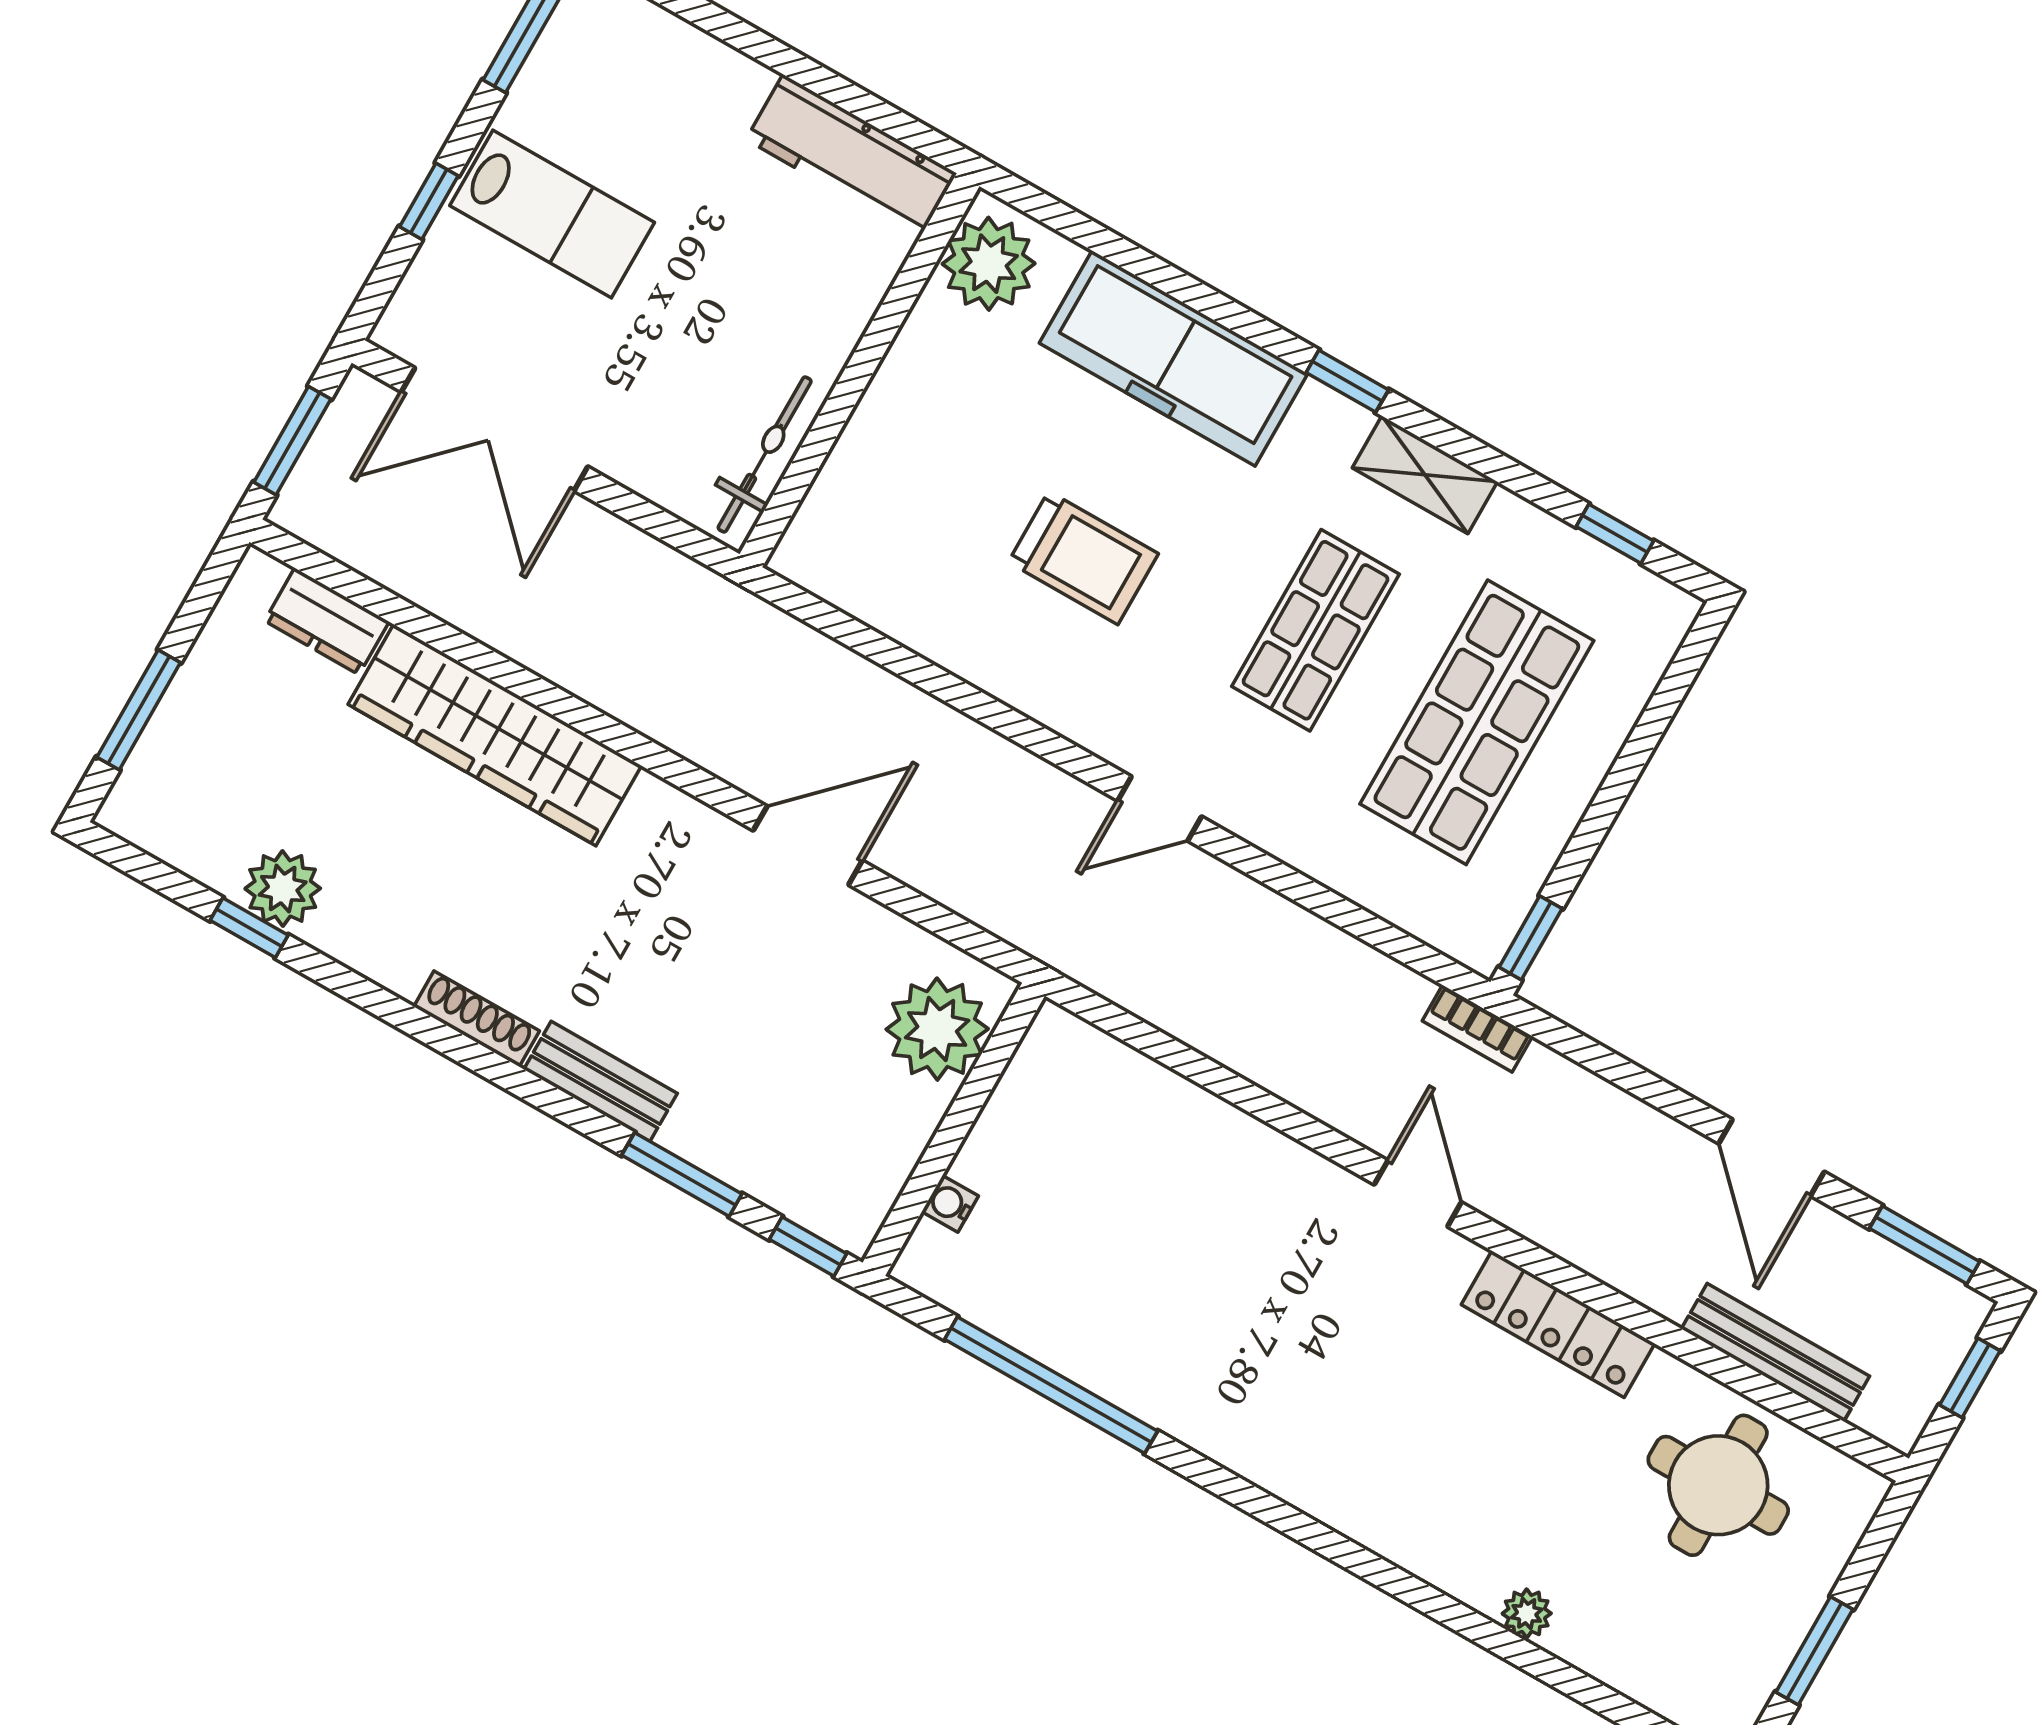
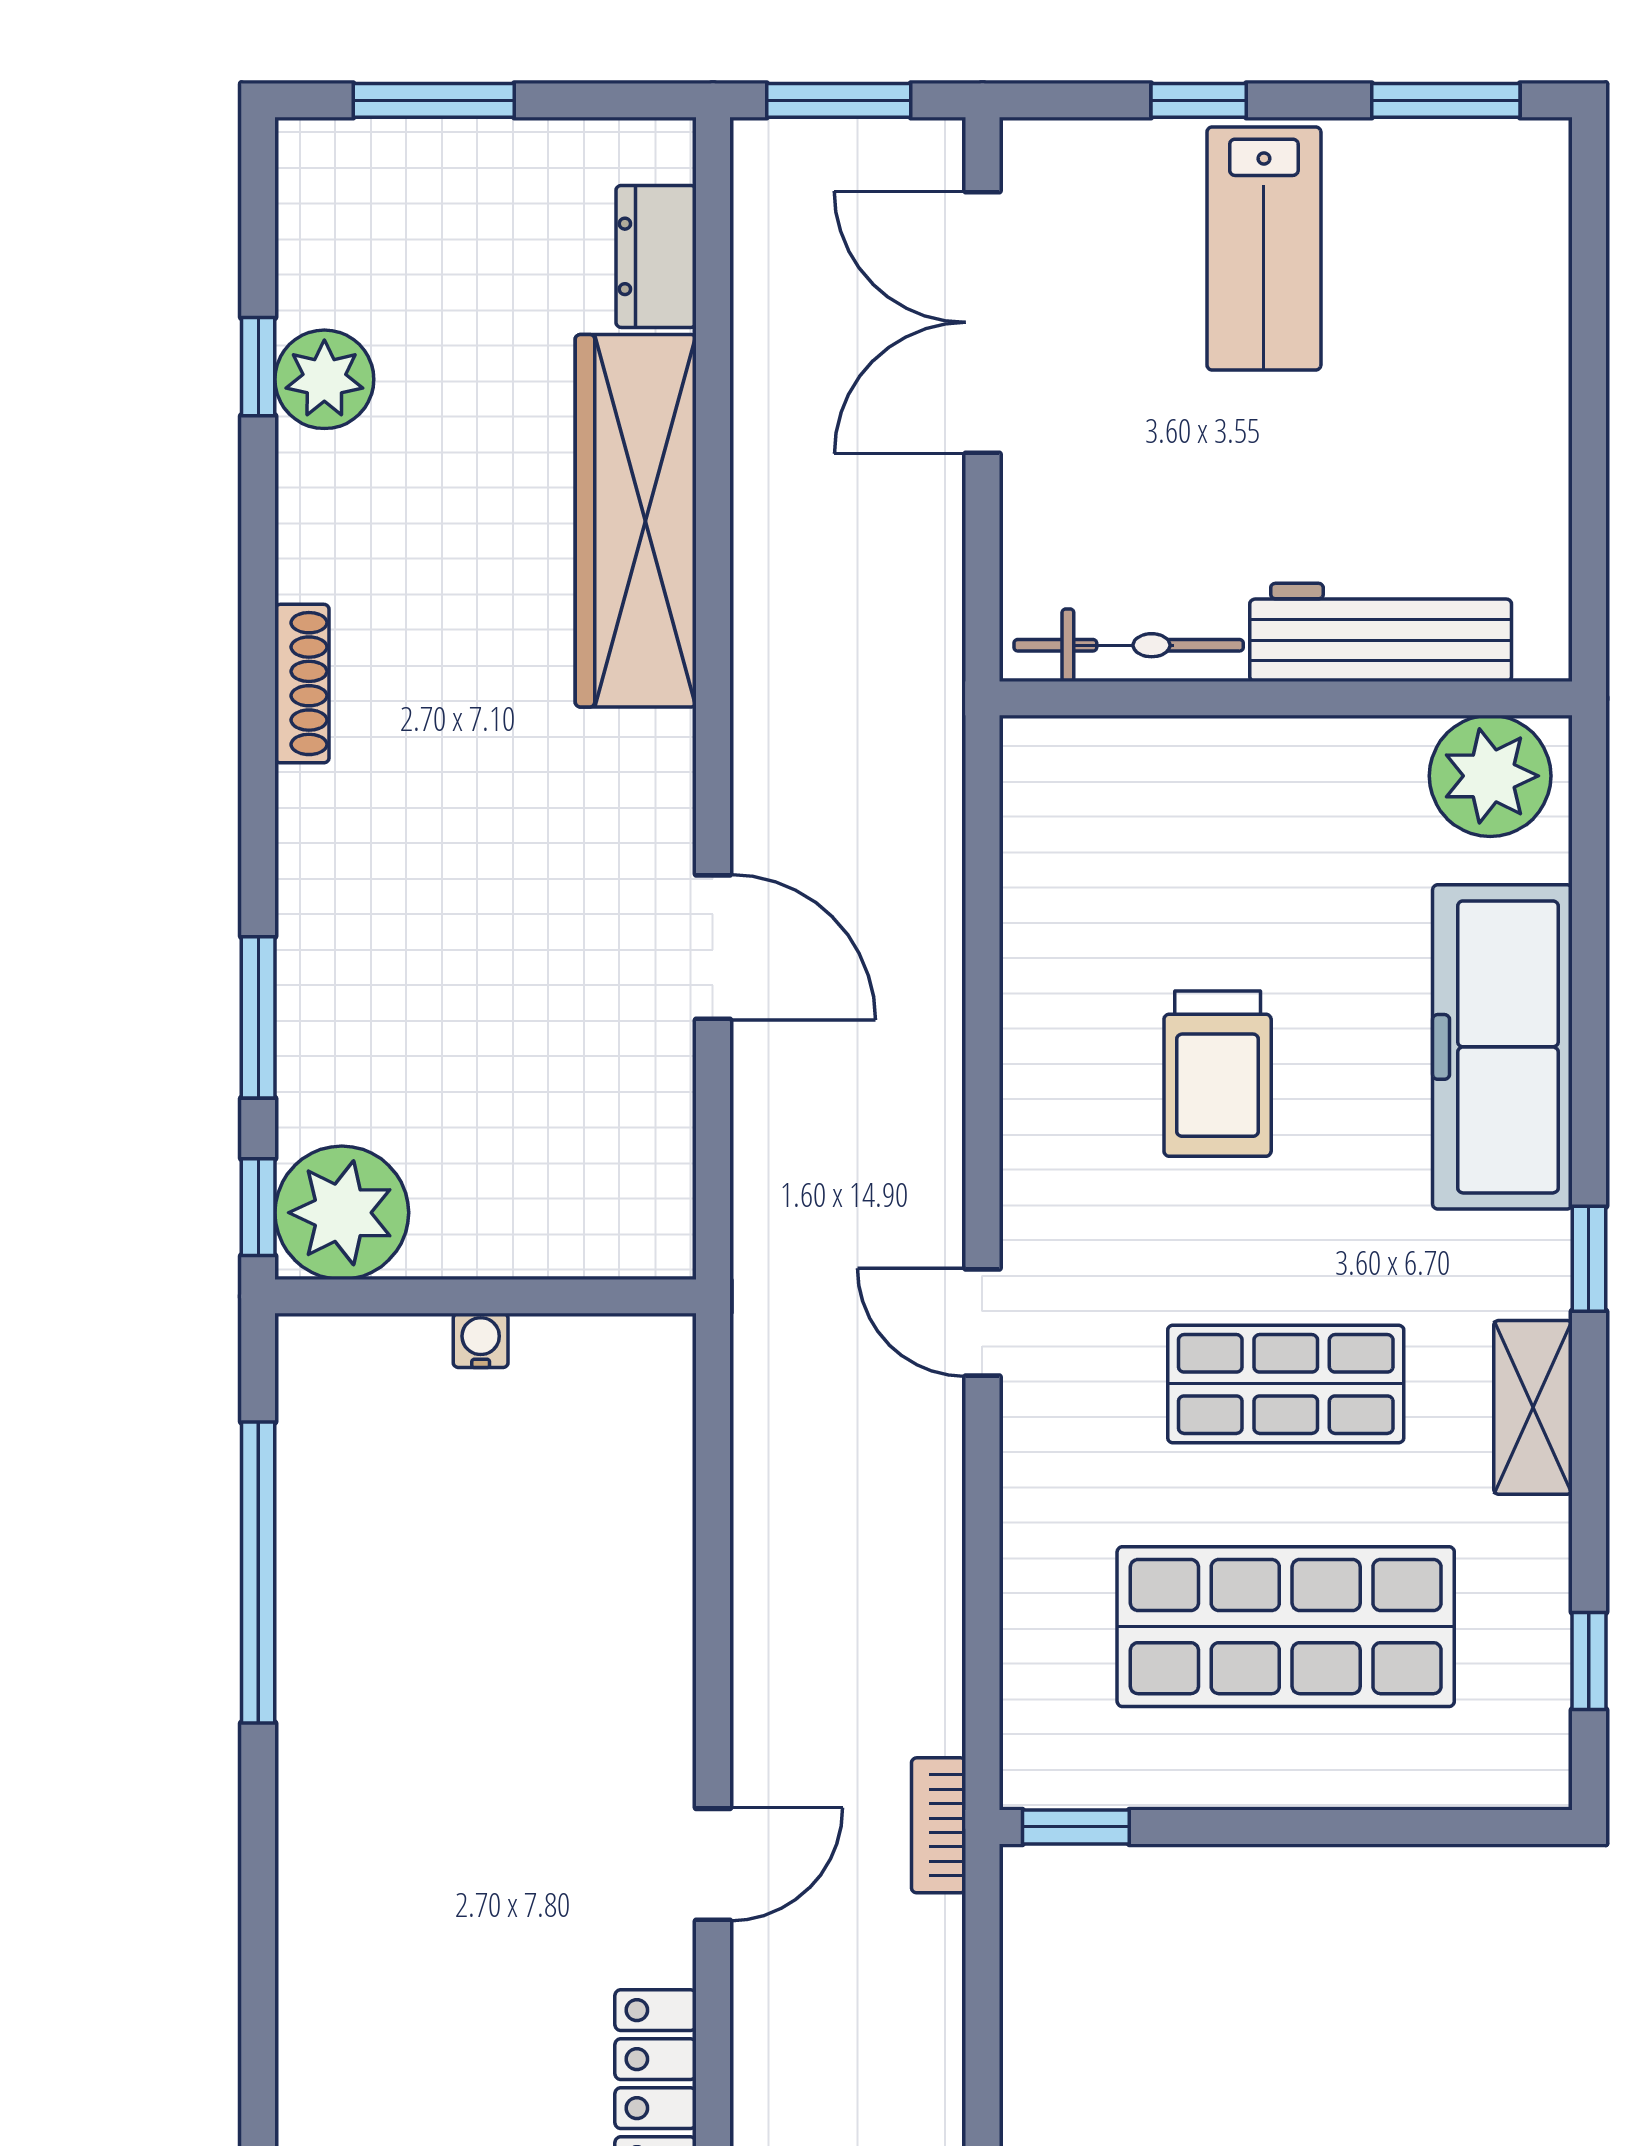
workbench: (851, 156) -> (1381, 632), moved, turned 90
plant: (937, 1029) -> (342, 1213), moved
bench: (601, 1081) -> (311, 865), removed
water cooler: (950, 1204) -> (481, 1340), moved

